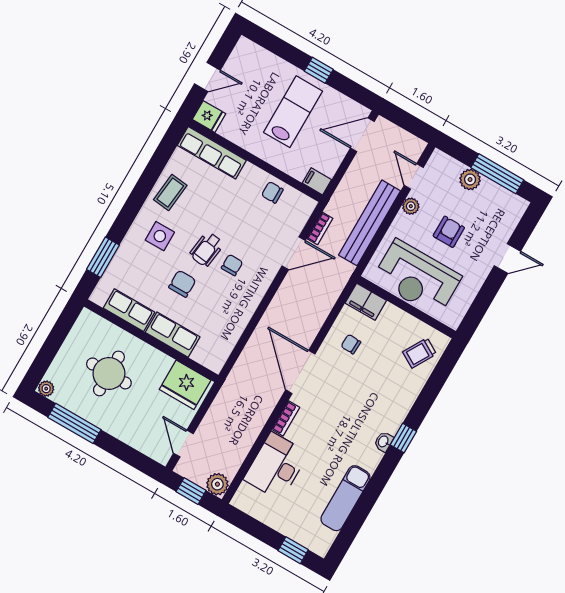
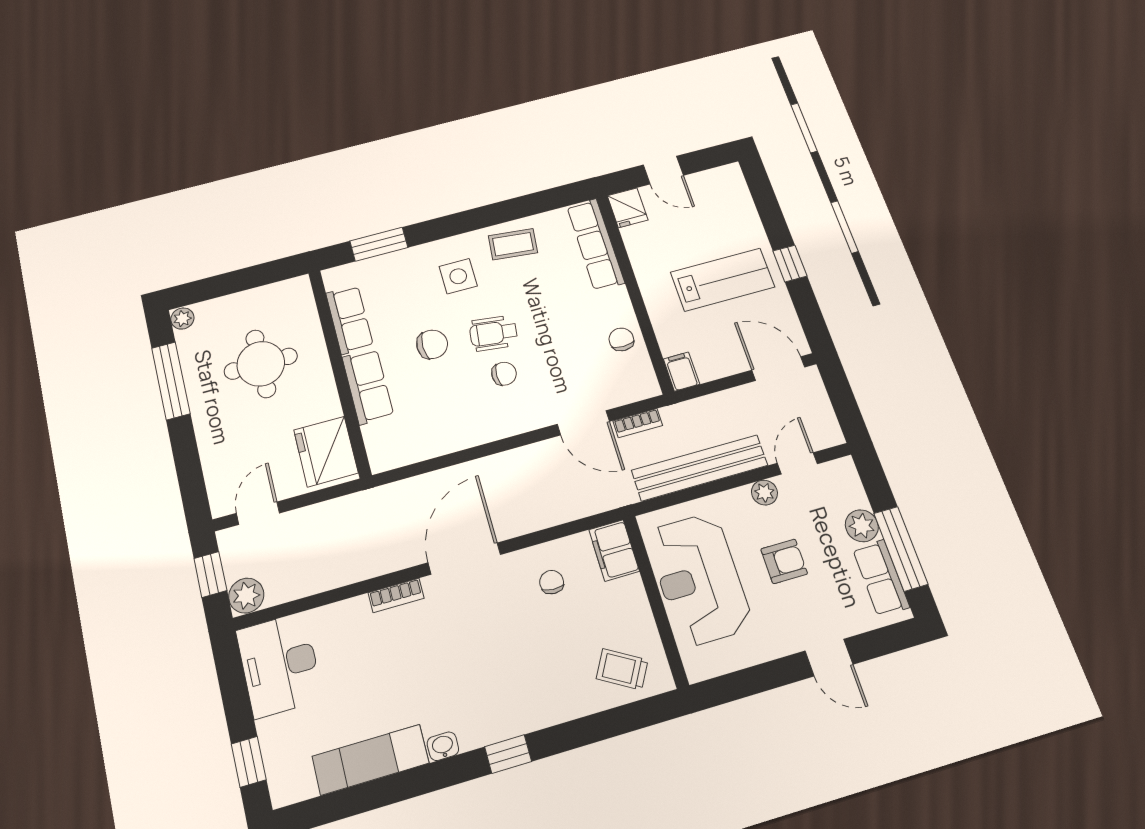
row of seats: (500, 197) -> (881, 578), added
washbasin: (384, 442) -> (443, 746), moved
desk: (276, 466) -> (279, 665), moved, turned -90

